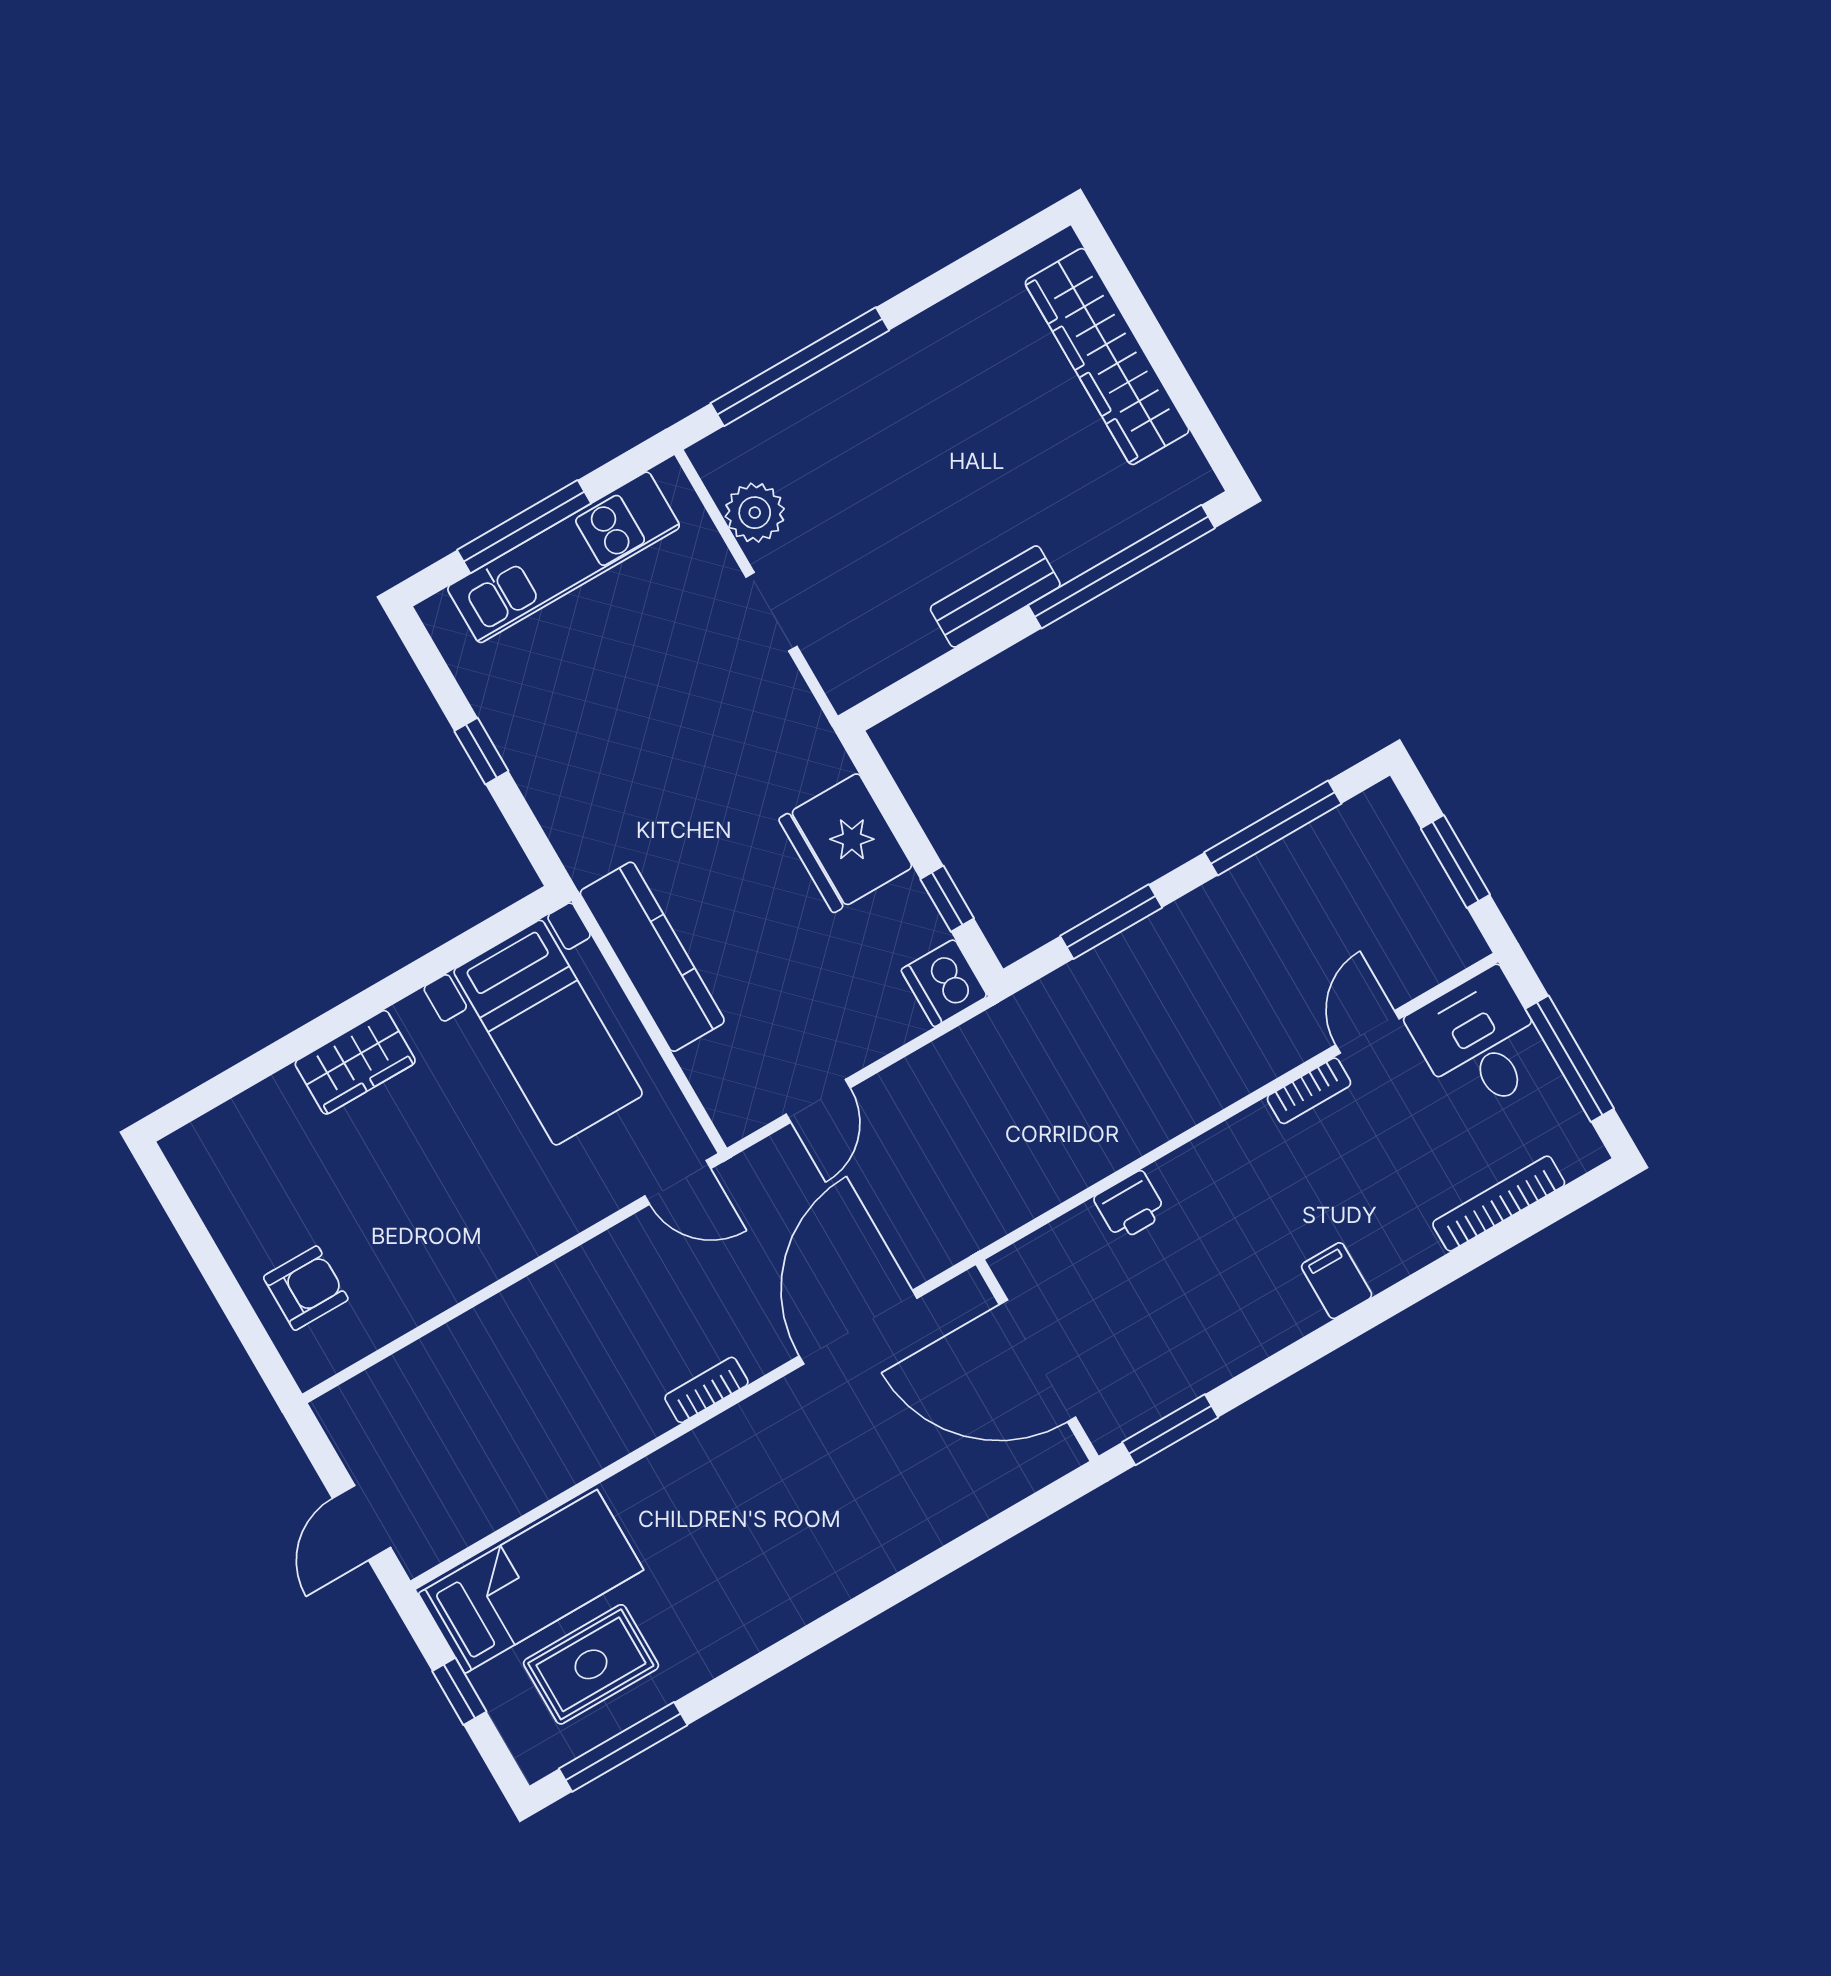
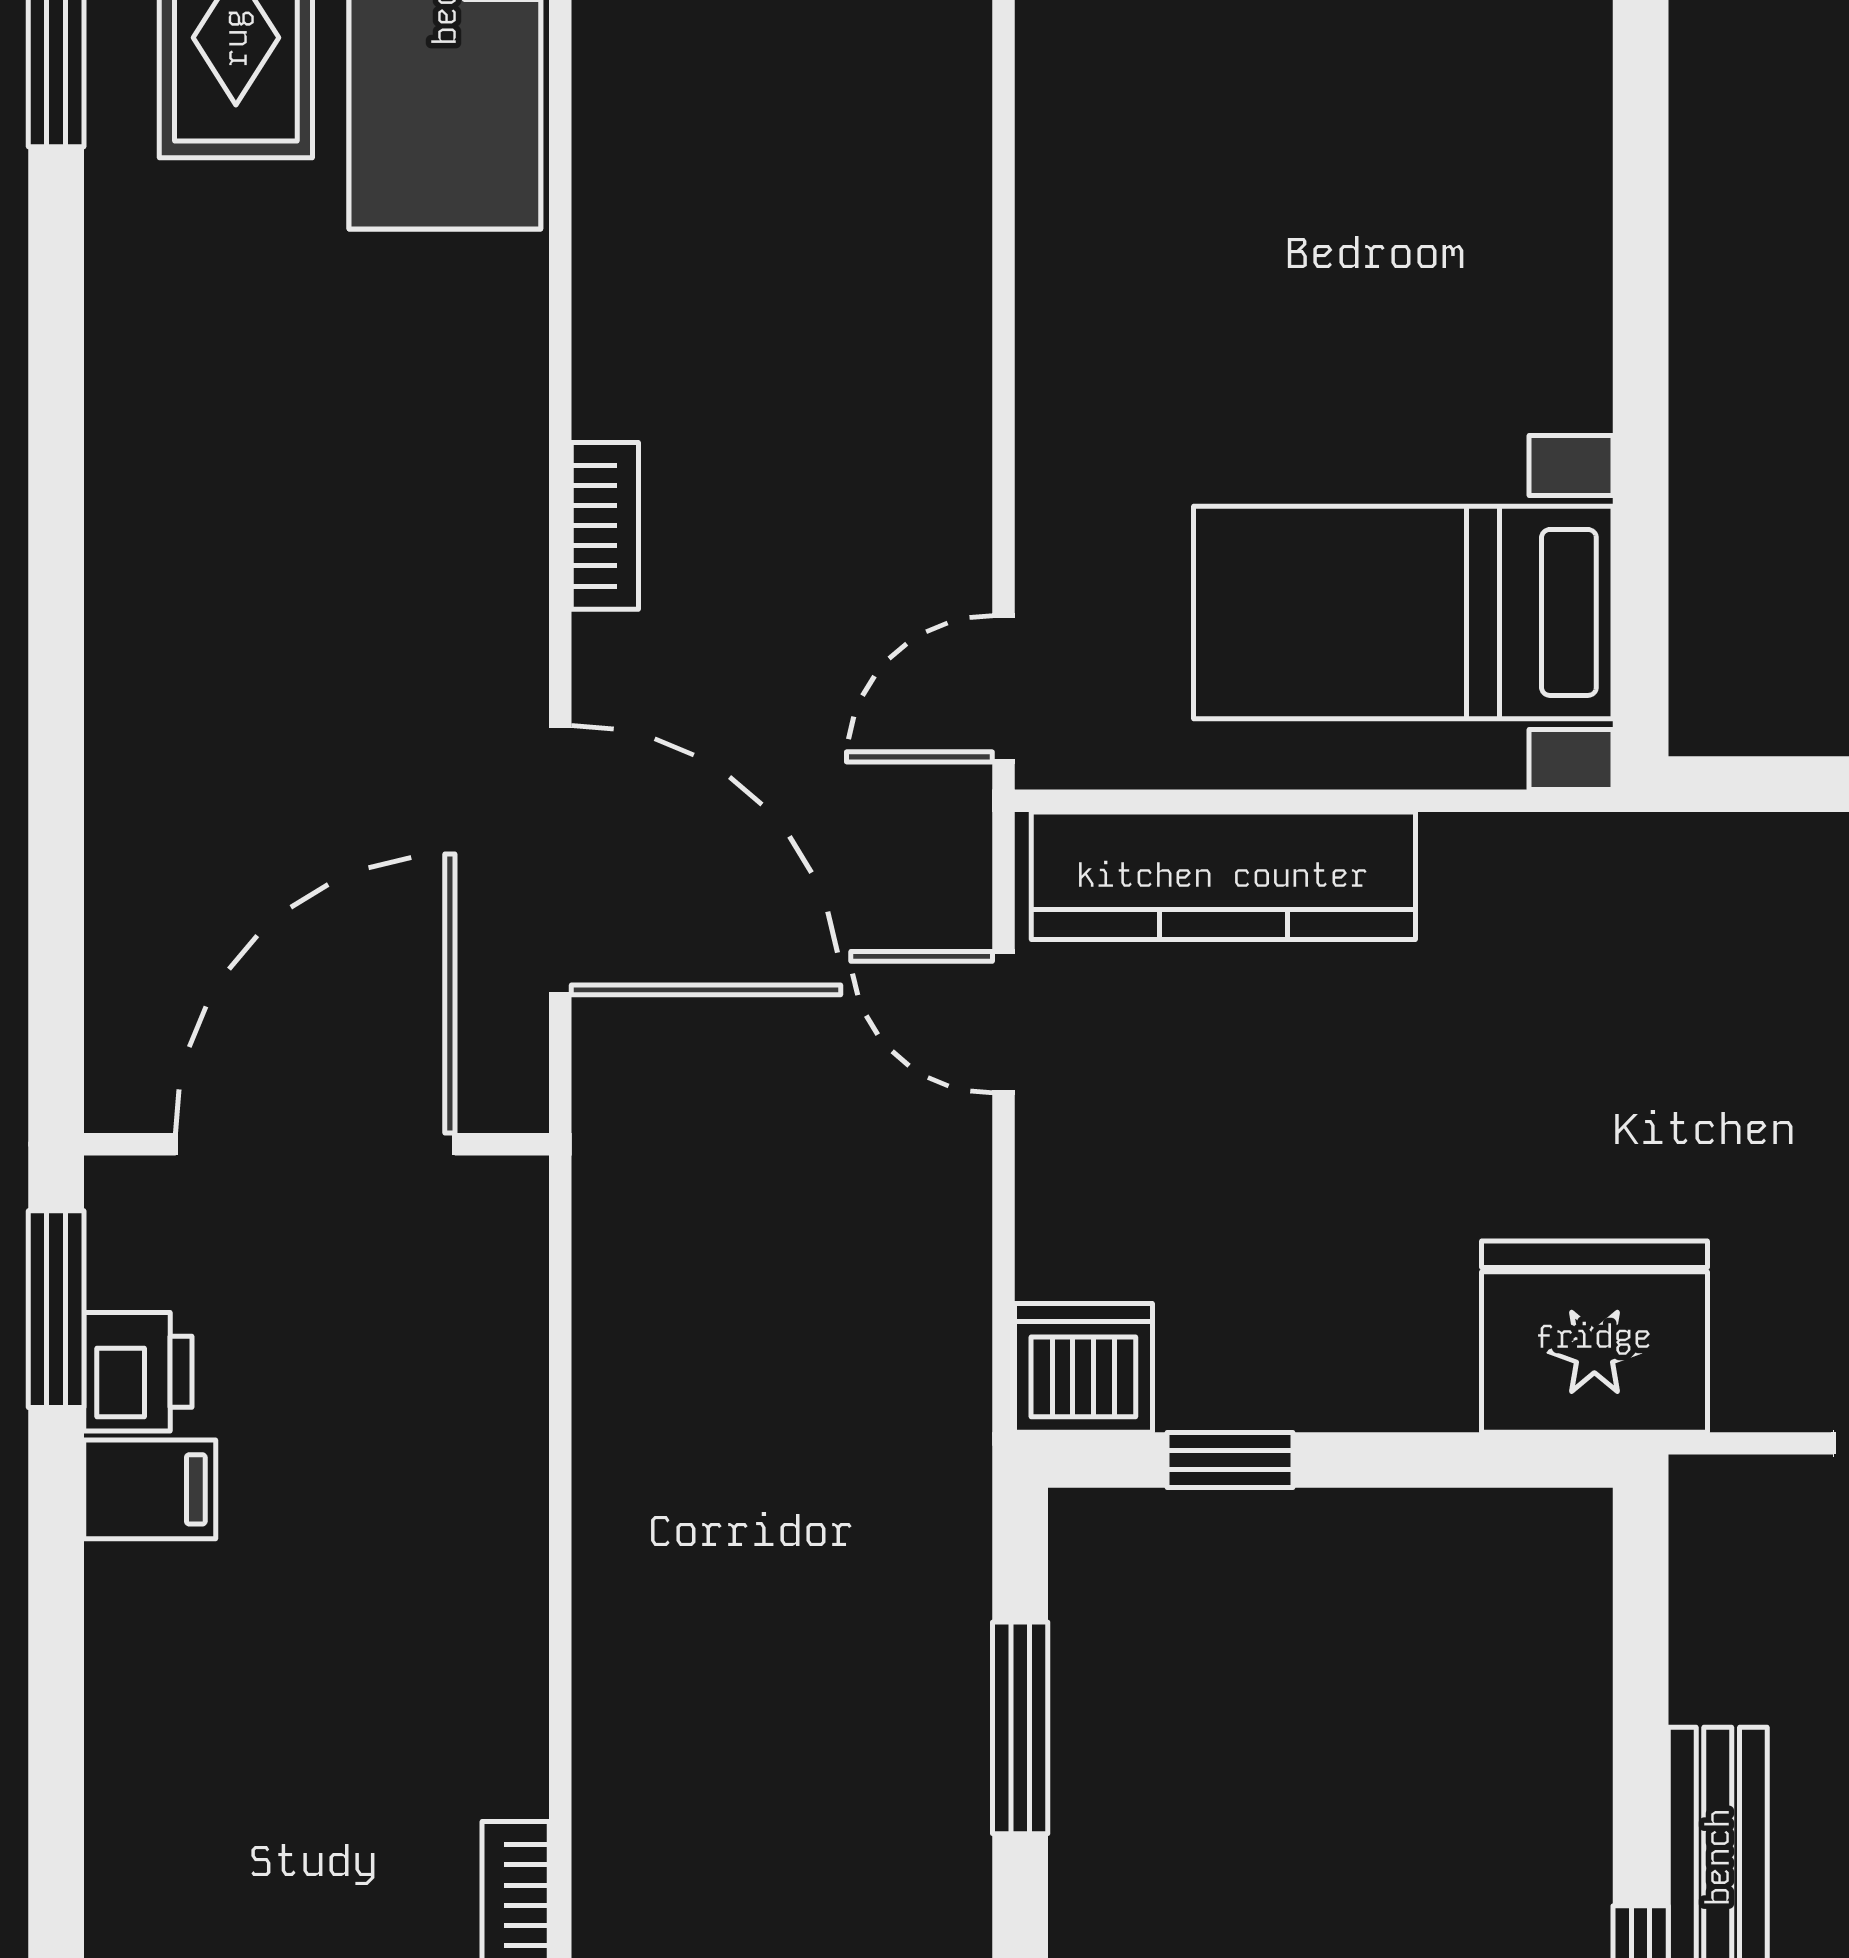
fridge: (845, 843) -> (1594, 1337), moved
kitchen counter: (652, 957) -> (1223, 876), moved
wardrobe: (355, 1062) -> (1549, 239), removed
printer: (1130, 1206) -> (138, 1372), moved, turned 180
filing cabinet: (1337, 1281) -> (150, 1489), moved

